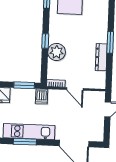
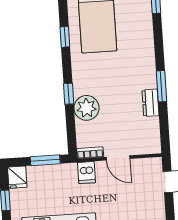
dresser: (101, 57) -> (150, 103), width x0.70
dishwasher: (42, 96) -> (87, 173), moved

